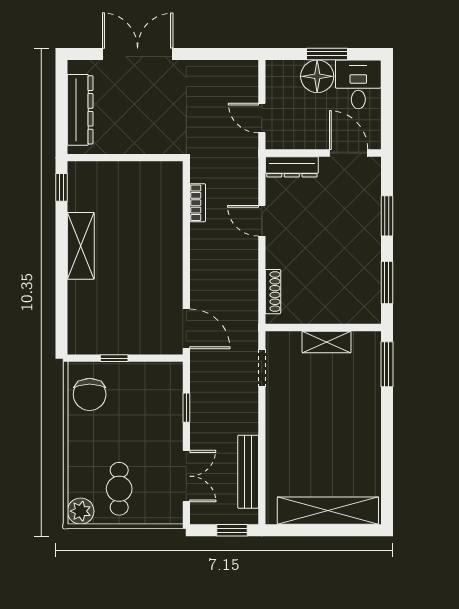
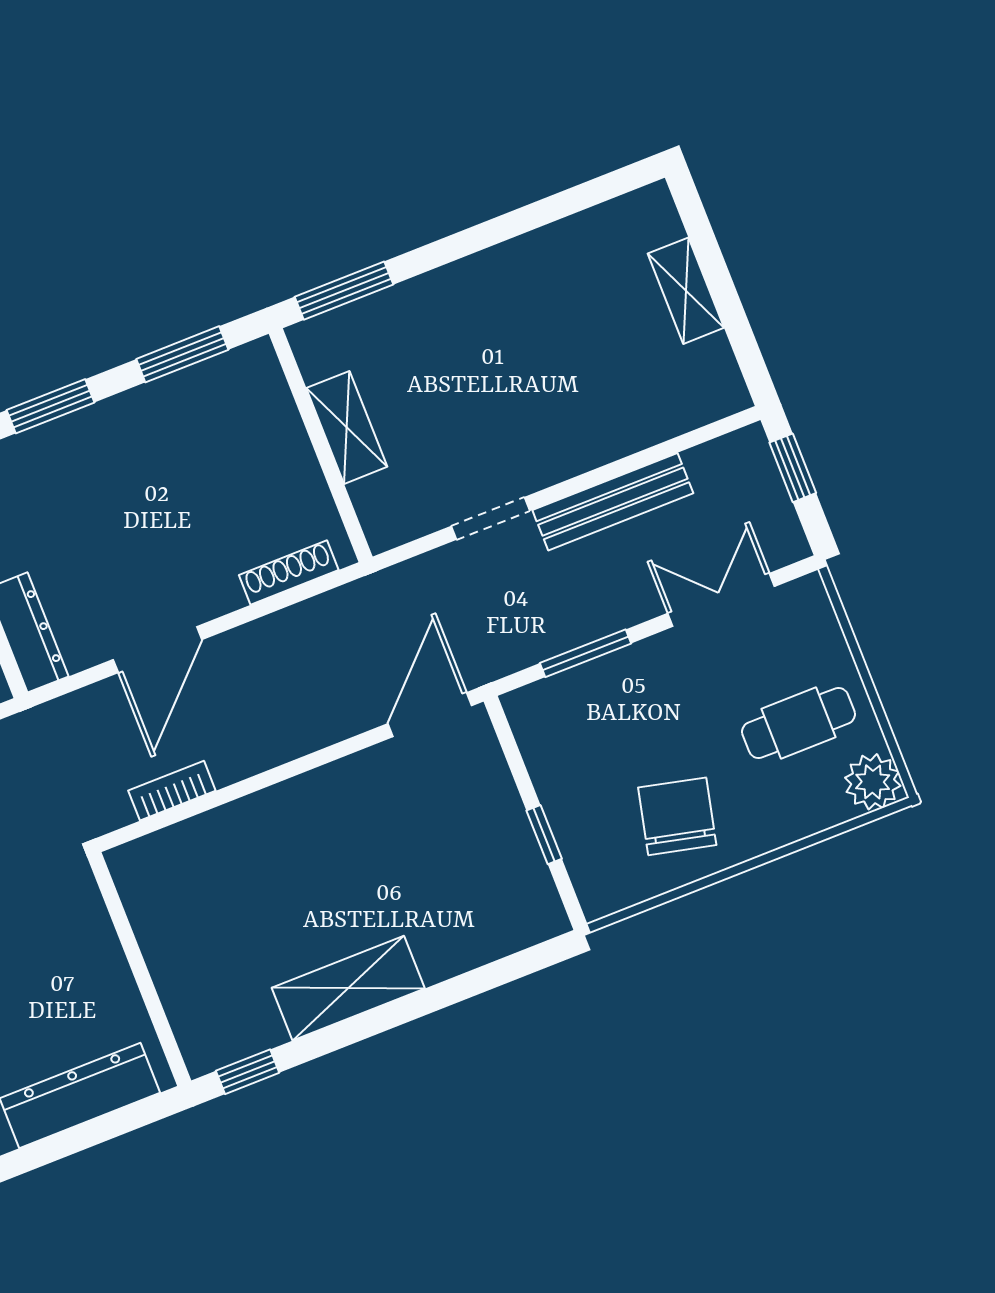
door: (262, 221) -> (157, 650), width x1.38
doorway: (262, 368) -> (490, 518), moved
chair: (90, 394) -> (677, 816), moved, turned -77
window: (186, 408) -> (586, 653), width x1.50
bench: (248, 472) -> (613, 502), moved
shelving: (328, 511) -> (686, 291), width x0.45, depth x0.75

